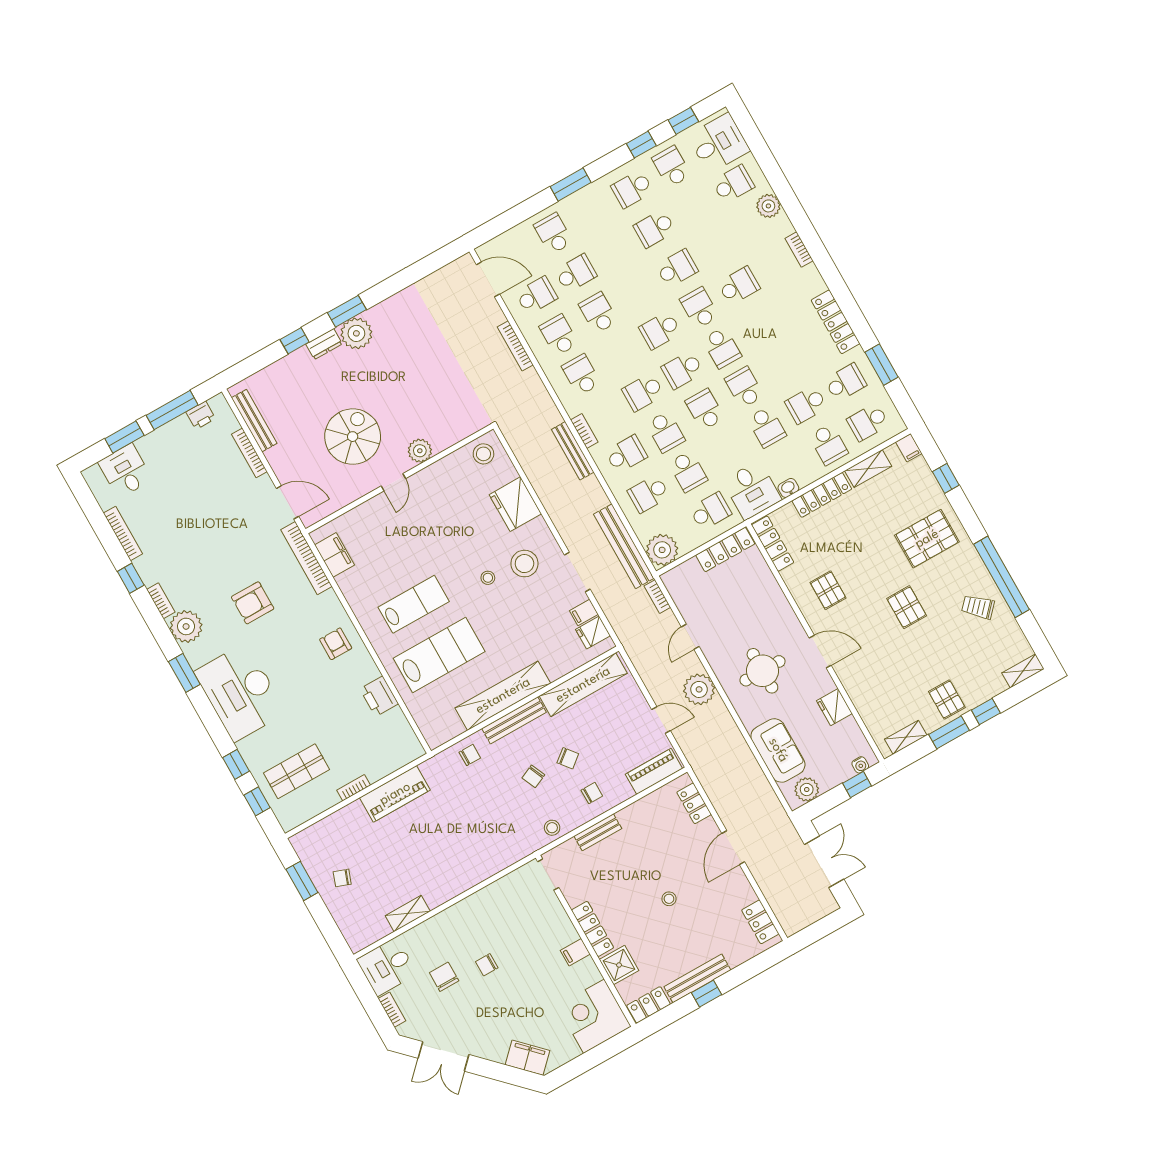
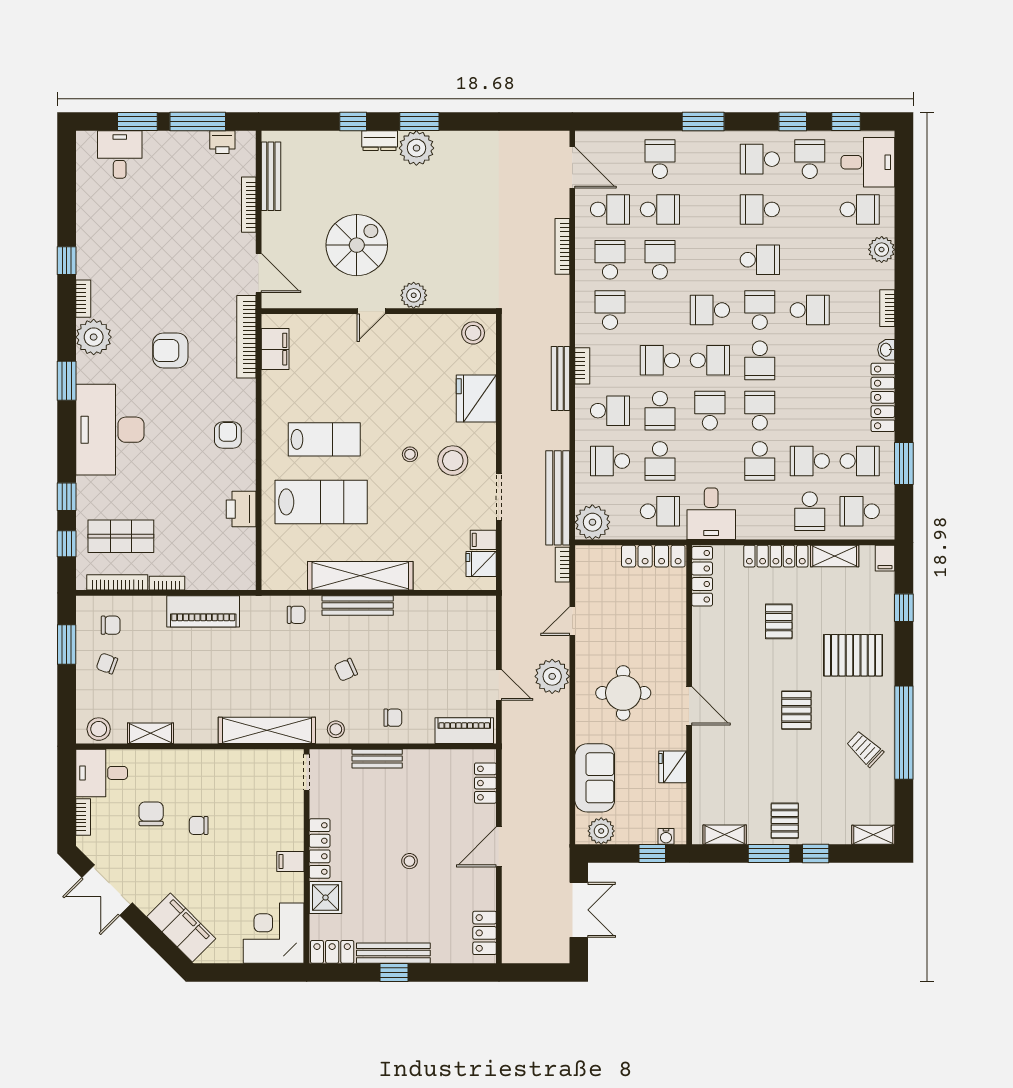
school desk: (682, 370) -> (710, 360), turned 180
washbasin: (788, 488) -> (886, 350), moved, turned -90
bookcase: (123, 533) -> (117, 582), moved, turned -90
pallet: (828, 590) -> (779, 621), moved
shelving: (583, 685) -> (267, 730), moved
chair: (568, 758) -> (111, 625), moved, turned -51
stool: (365, 933) -> (99, 729), added
filing cabinet: (528, 1058) -> (181, 928), width x1.50, depth x1.17

